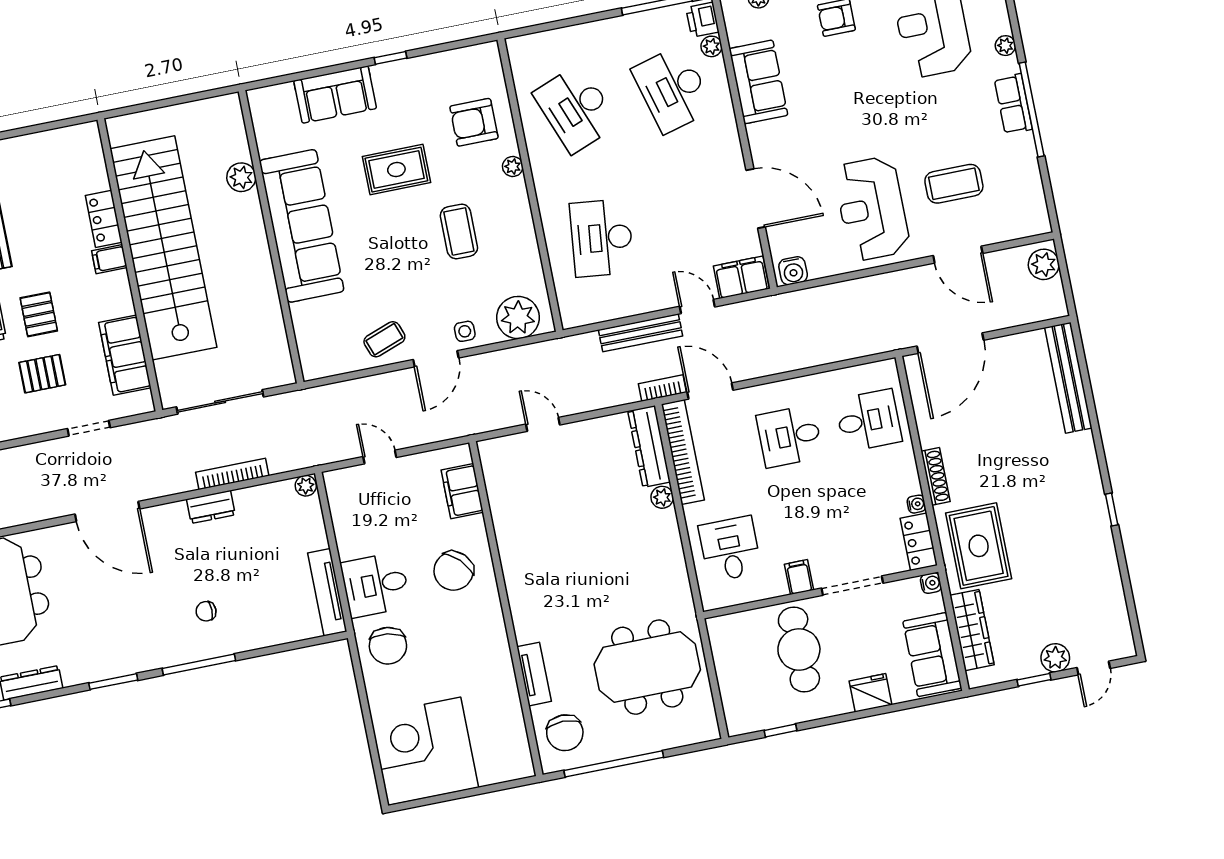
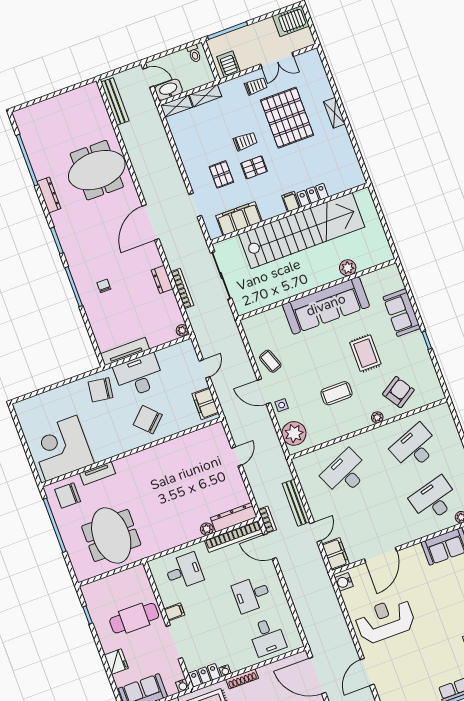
armchair: (474, 122) -> (398, 392), turned 57
coffee table: (954, 184) -> (406, 664), removed
desk: (602, 238) -> (345, 473), turned -30
door: (710, 391) -> (270, 546), swing flipped
desk: (790, 436) -> (252, 594), turned -90
filing cabinet: (462, 491) -> (205, 404), moved, turned -90
desk: (375, 585) -> (139, 376), width x1.37
corner desk: (424, 751) -> (61, 448), moved, turned -90

